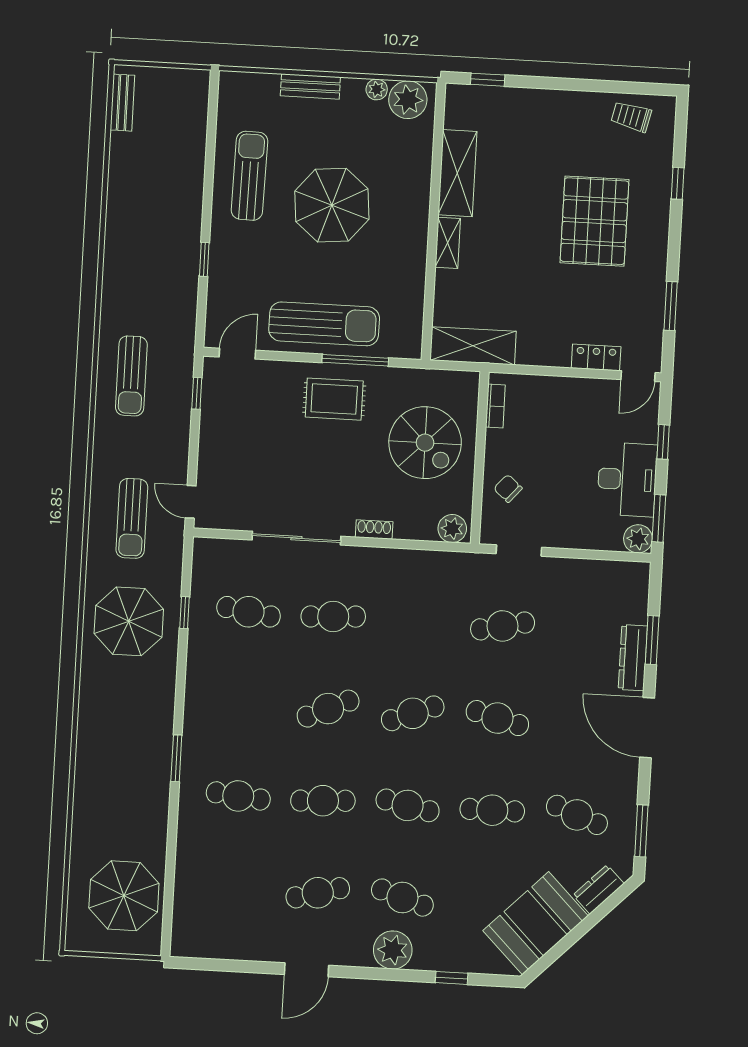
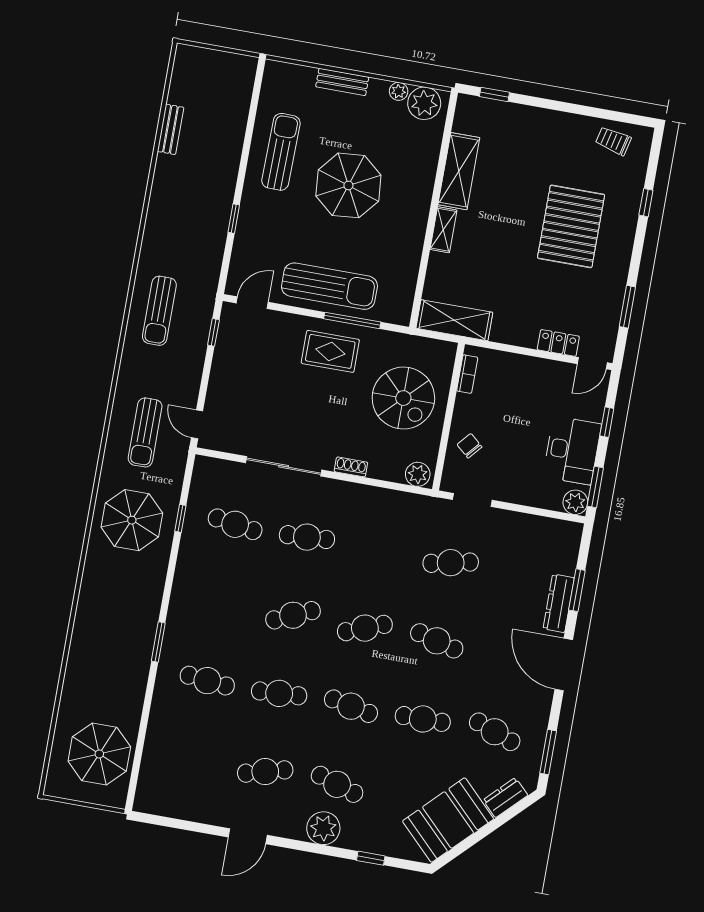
bench: (122, 103) -> (171, 129), moved

